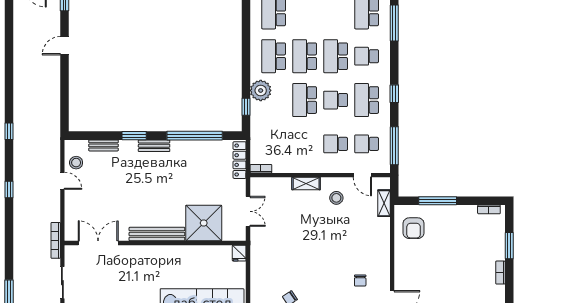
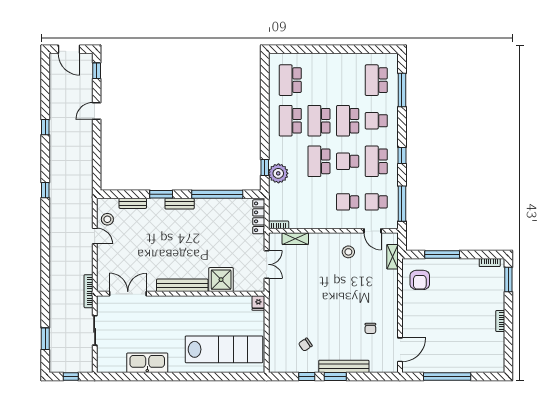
plant: (261, 90) -> (278, 173), moved
shelving: (306, 184) -> (295, 239), moved
window: (9, 190) -> (45, 127), moved
shower: (204, 223) -> (221, 280), width x0.73, depth x0.73
window: (509, 246) -> (508, 279), moved

